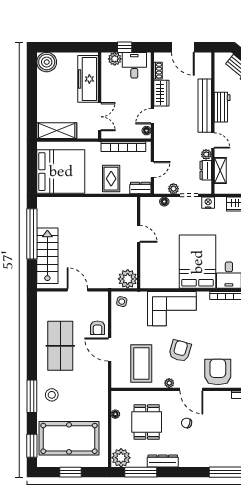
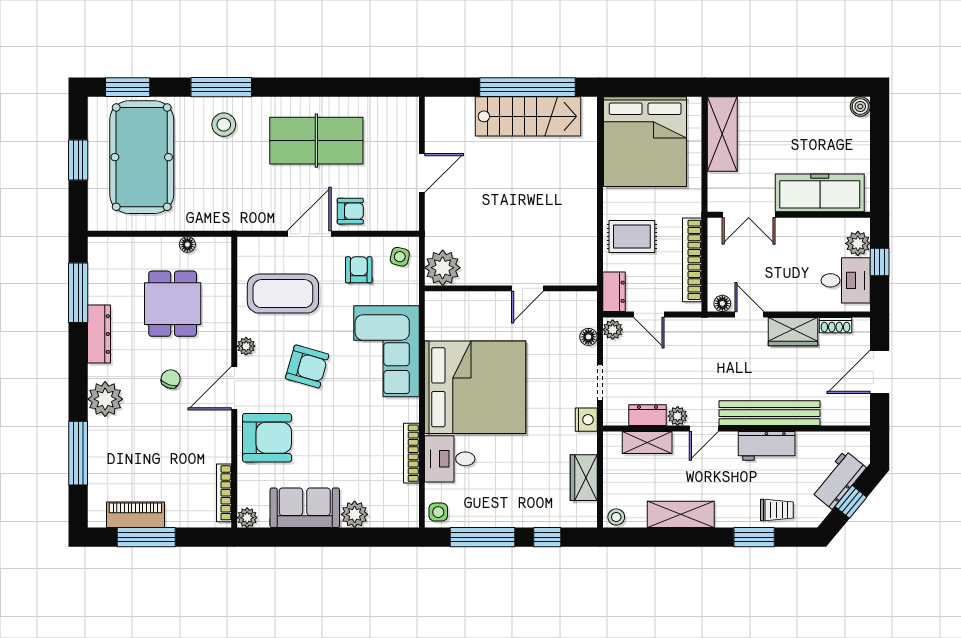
boiler: (47, 62) -> (860, 106), width x0.54, depth x0.54
plant: (173, 189) -> (613, 330), moved
stairs: (47, 256) -> (528, 116), moved
bed: (198, 262) -> (475, 387), width x1.36
armchair: (129, 323) -> (359, 270), added
armchair: (98, 328) -> (350, 211), turned 180
dining table: (147, 422) -> (173, 304), turned 90
plant: (121, 458) -> (105, 399), moved

